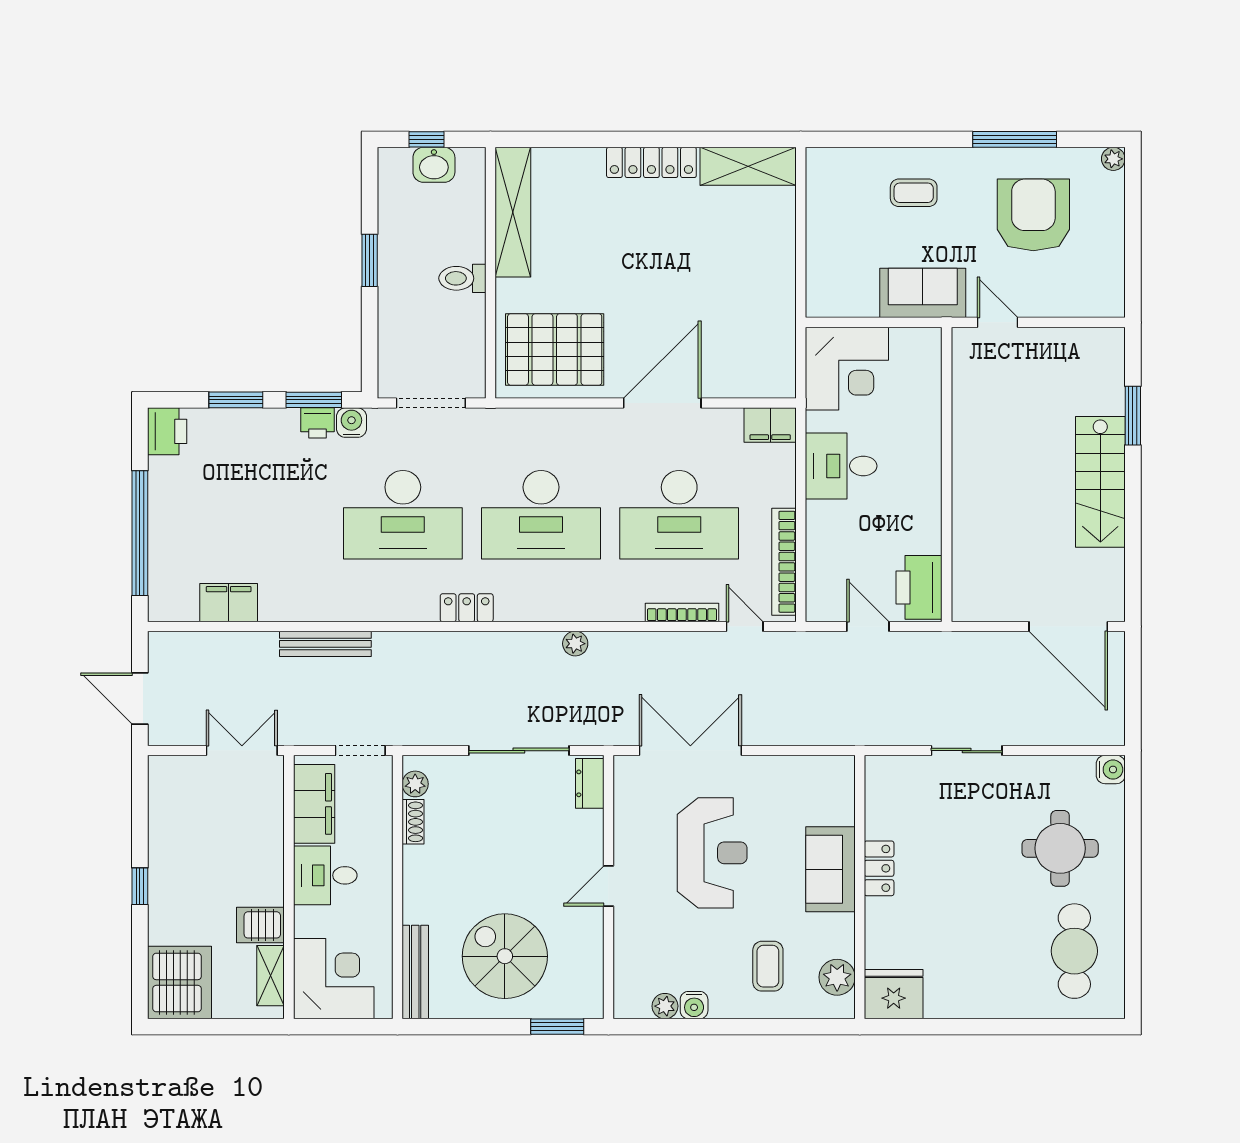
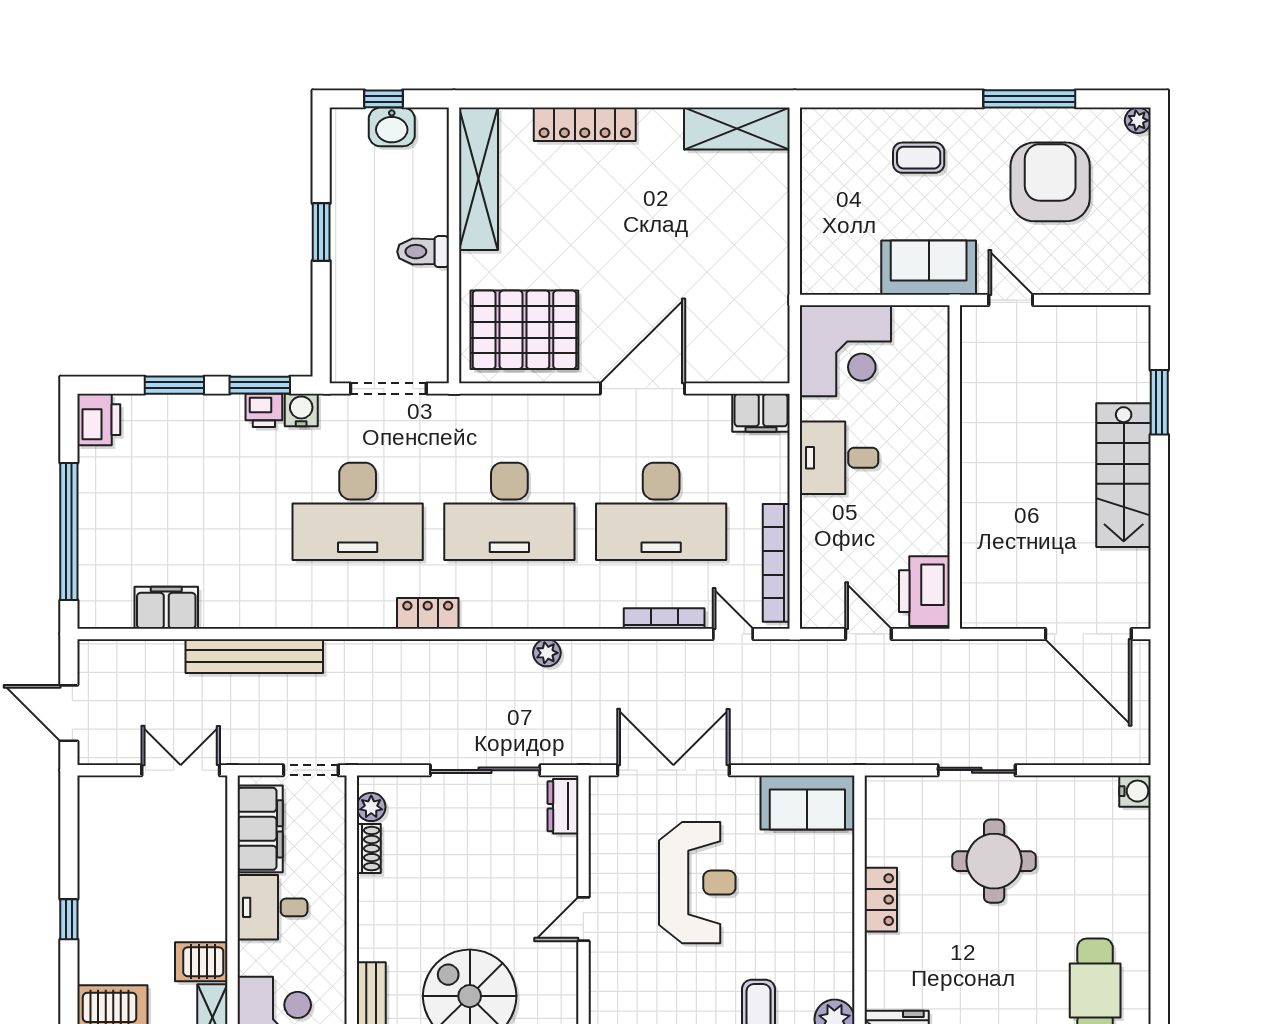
locker: (651, 162) -> (585, 124), moved
bench: (325, 644) -> (254, 656), width x1.37, depth x1.21
round table: (1060, 848) -> (994, 861), moved
sofa: (830, 869) -> (807, 802), moved, turned -90

